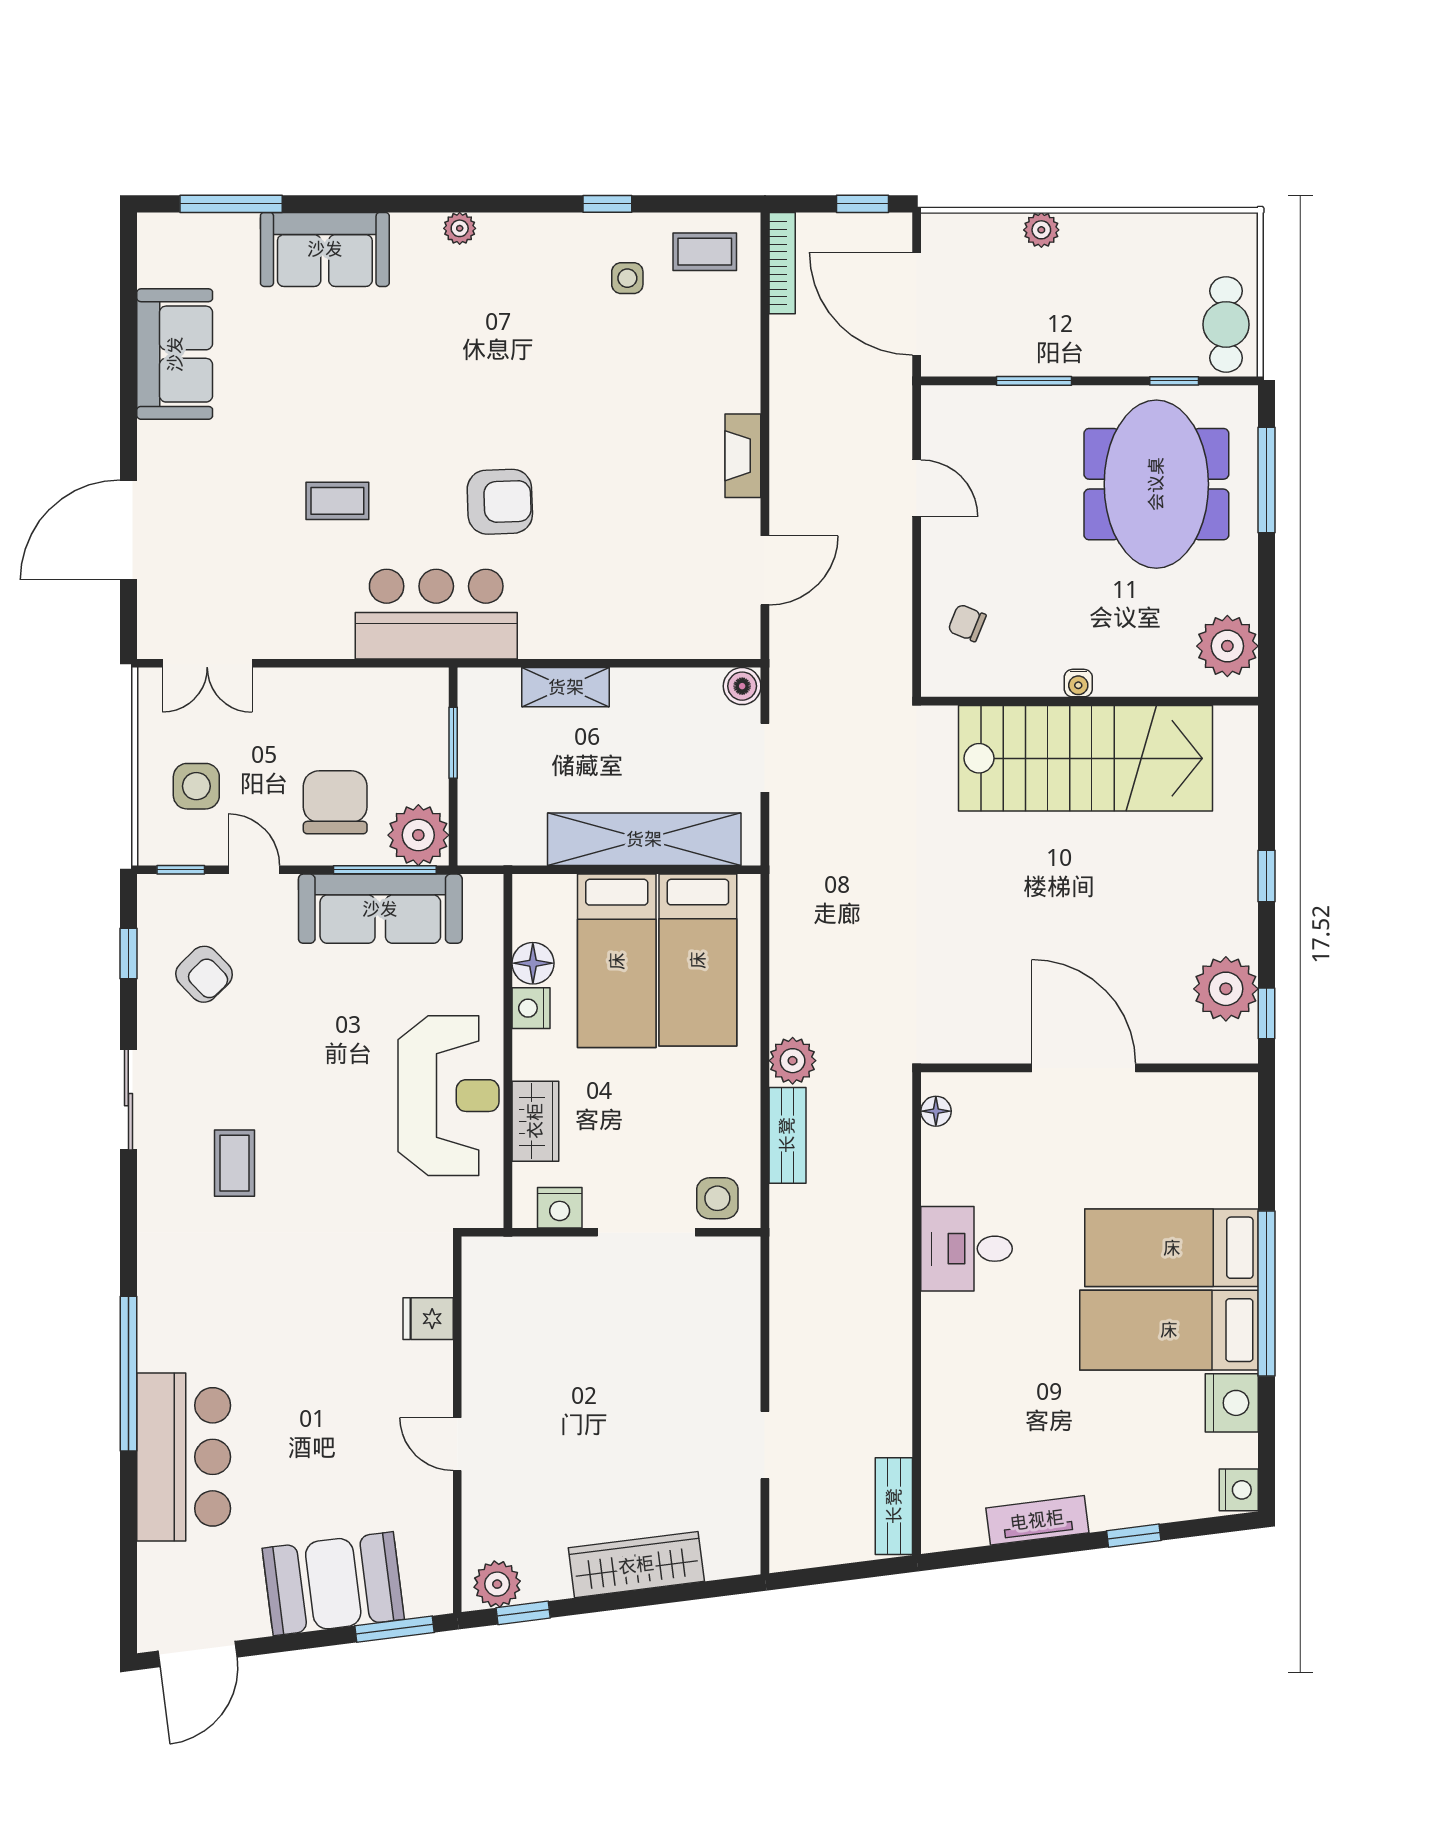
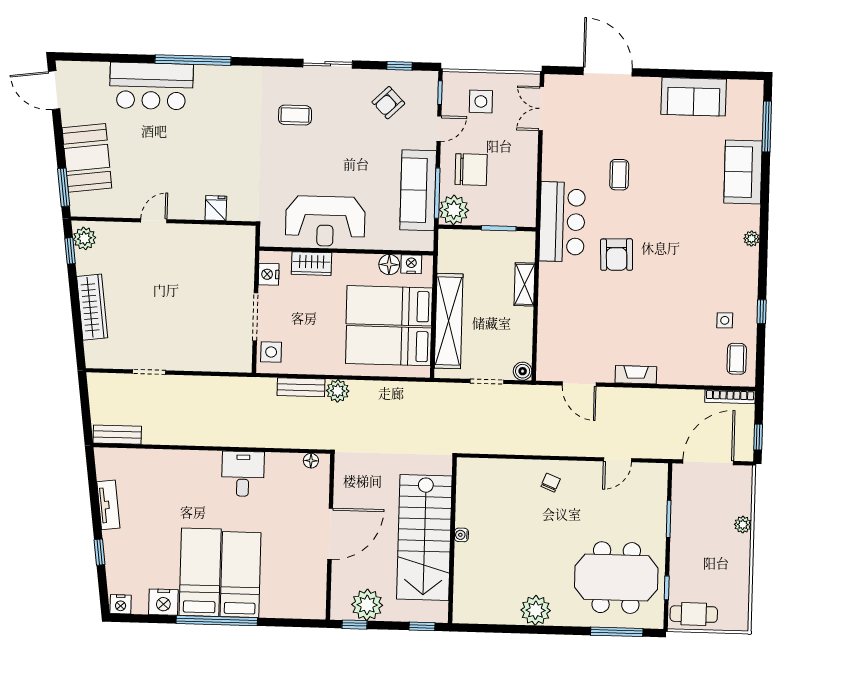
water cooler: (1078, 683) -> (461, 535), moved
wall: (1089, 701) -> (452, 540), moved
stairs: (1086, 758) -> (424, 537), moved
nightstand: (531, 1008) -> (411, 264), moved

